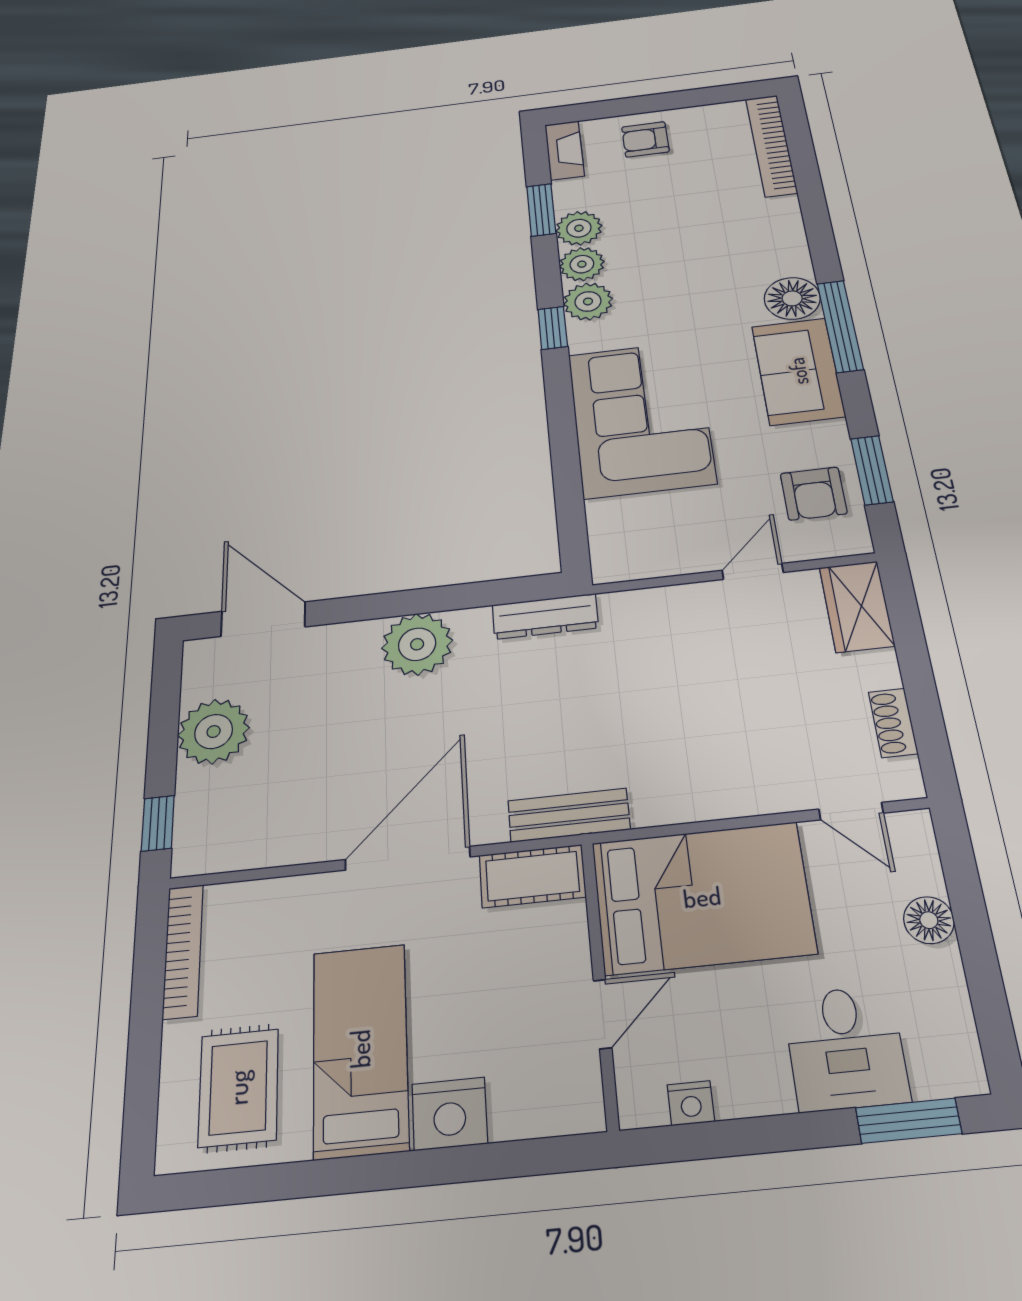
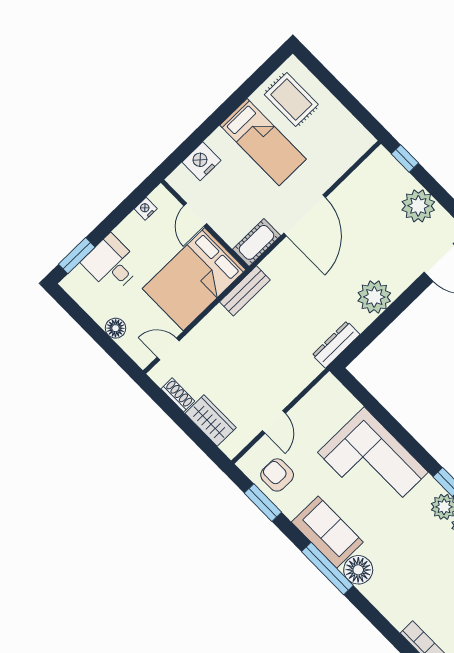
wardrobe: (857, 606) -> (211, 421), moved
bench: (569, 815) -> (245, 291), moved
bookcase: (183, 951) -> (352, 125), removed
nightstand: (450, 1114) -> (201, 161), moved

